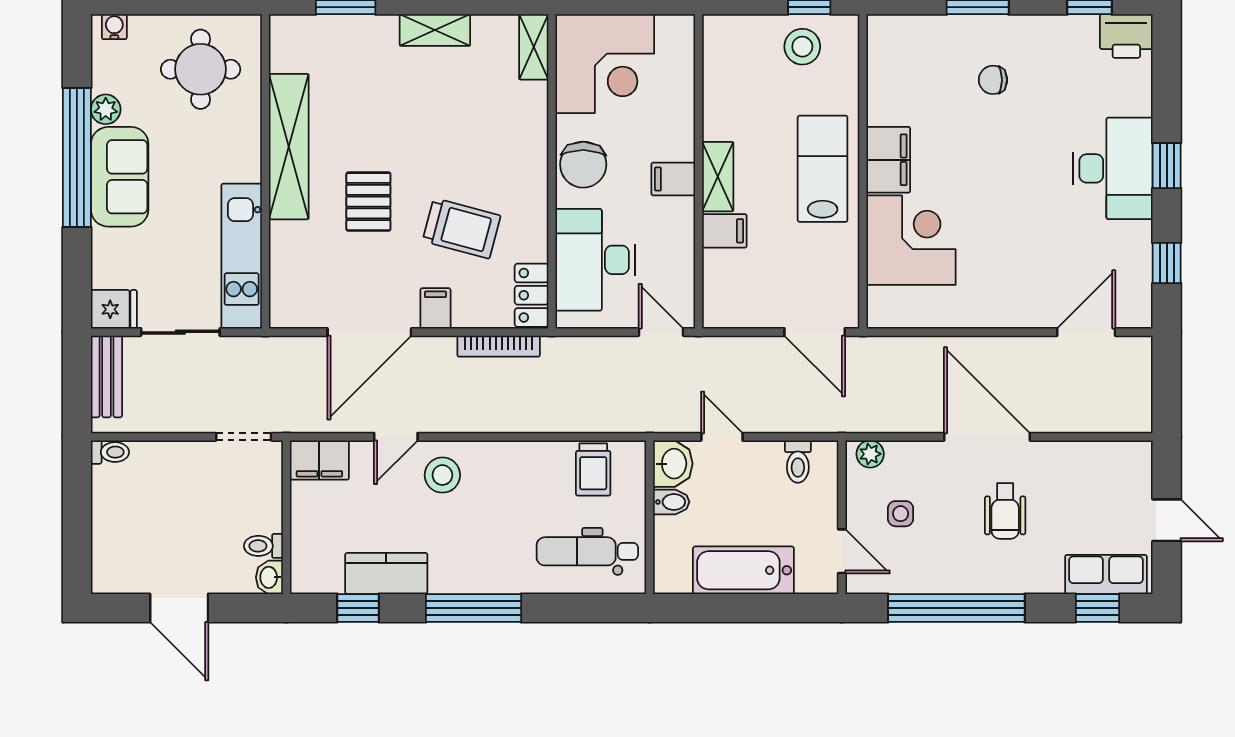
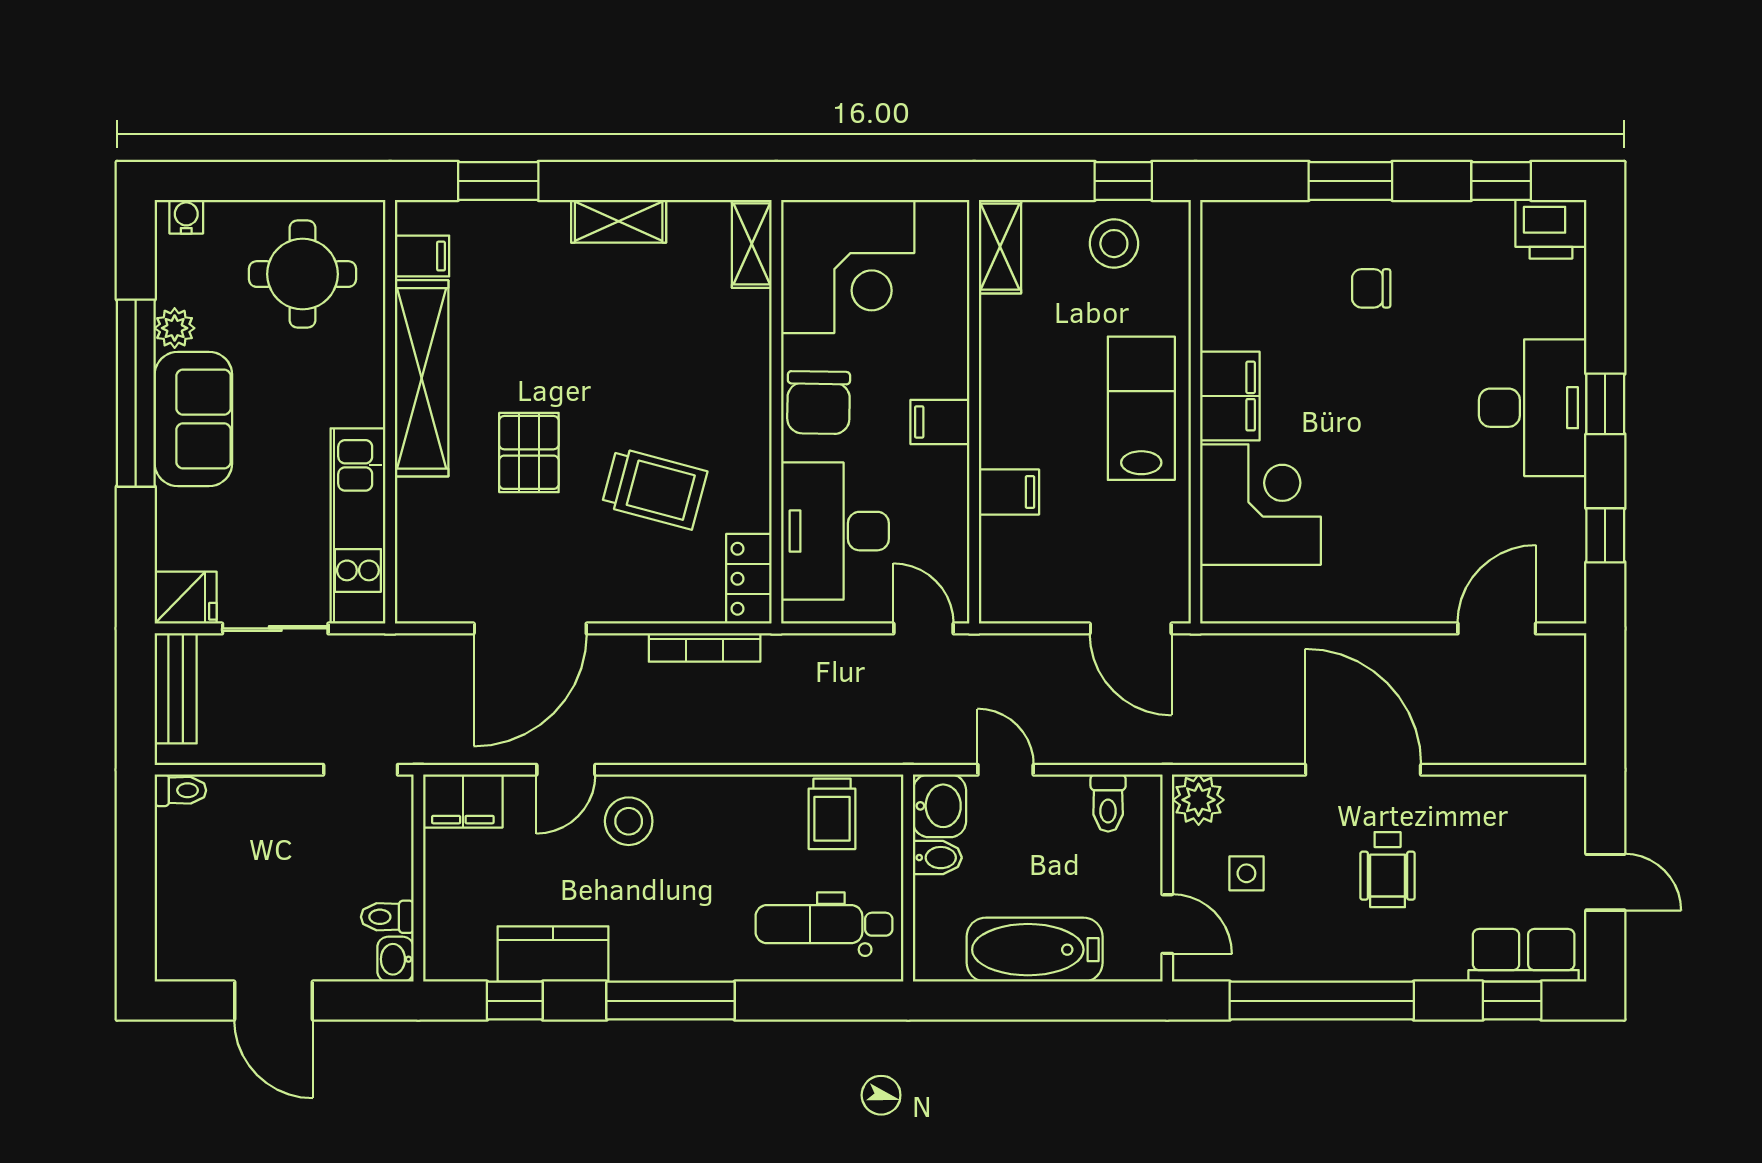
shelving: (718, 177) -> (1000, 247), moved
filing cabinet: (435, 308) -> (422, 256), moved, turned 90
plant: (870, 454) -> (1199, 800), width x1.38, depth x1.38

